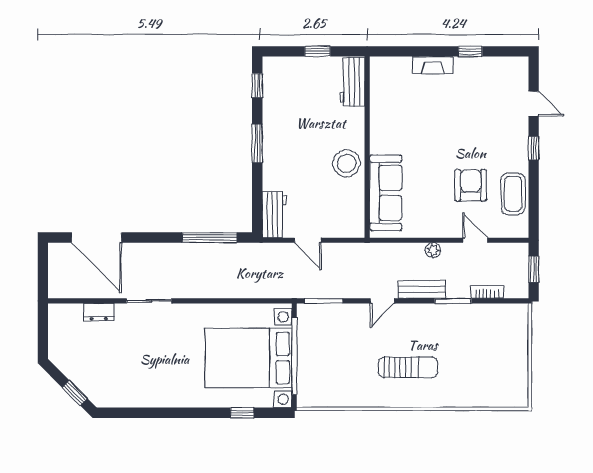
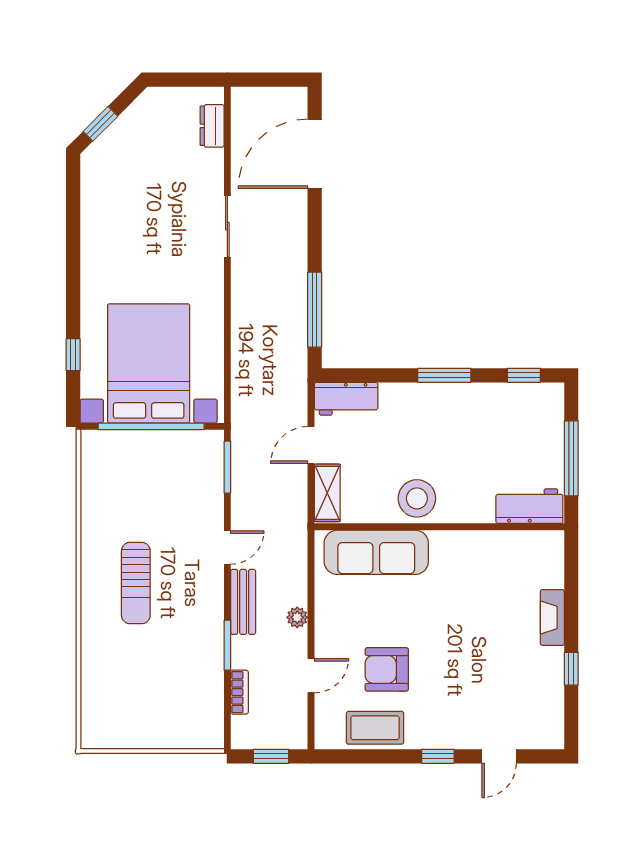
window: (318, 51) -> (571, 458), width x2.17
armchair: (471, 185) -> (387, 669), turned 180
shelving: (343, 228) -> (327, 493), added
door: (382, 301) -> (227, 548), swing flipped
dresser: (99, 312) -> (212, 126), moved

